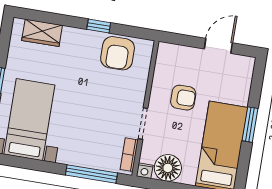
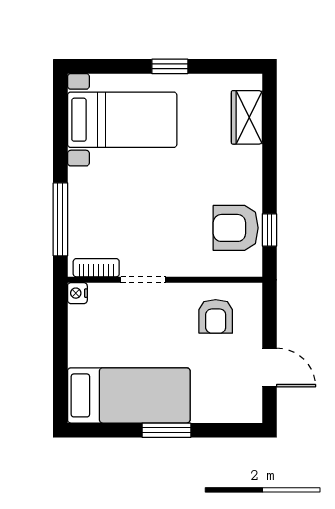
window: (99, 26) -> (269, 230), moved
armchair: (183, 98) -> (216, 316), moved
floor lamp: (168, 168) -> (87, 325), removed

